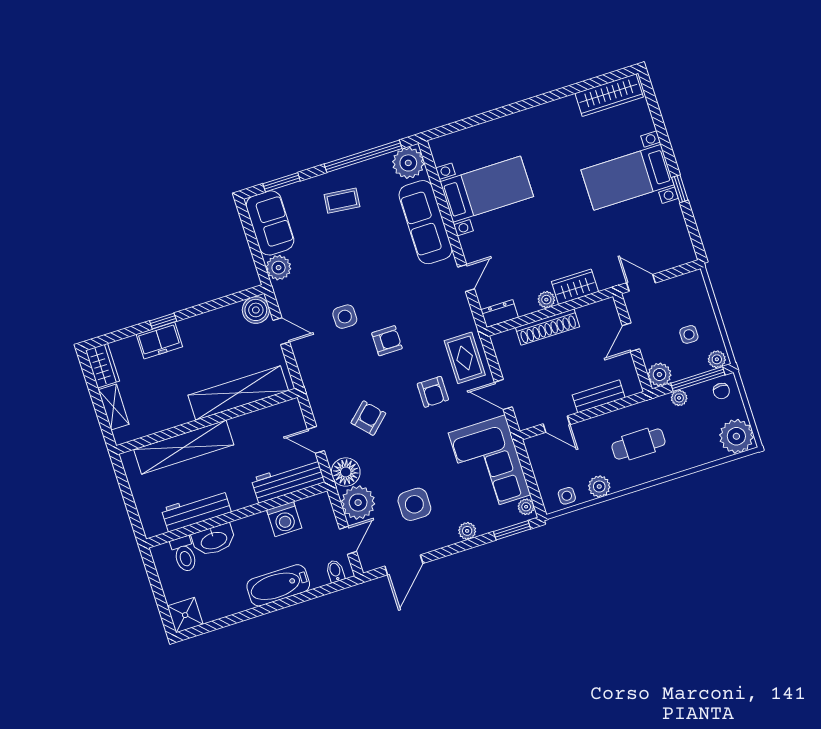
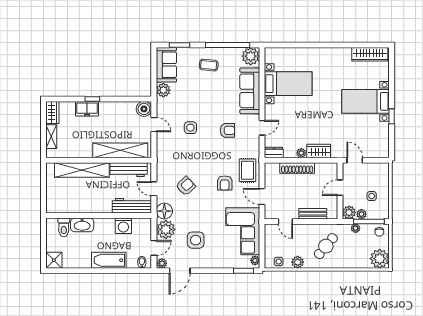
armchair: (387, 341) -> (227, 130), moved
plant: (717, 359) -> (361, 214), moved
cafe table: (638, 444) -> (326, 246), turned -50
workbench: (196, 510) -> (129, 170), moved, turned 180
plant: (467, 531) -> (162, 263), moved

